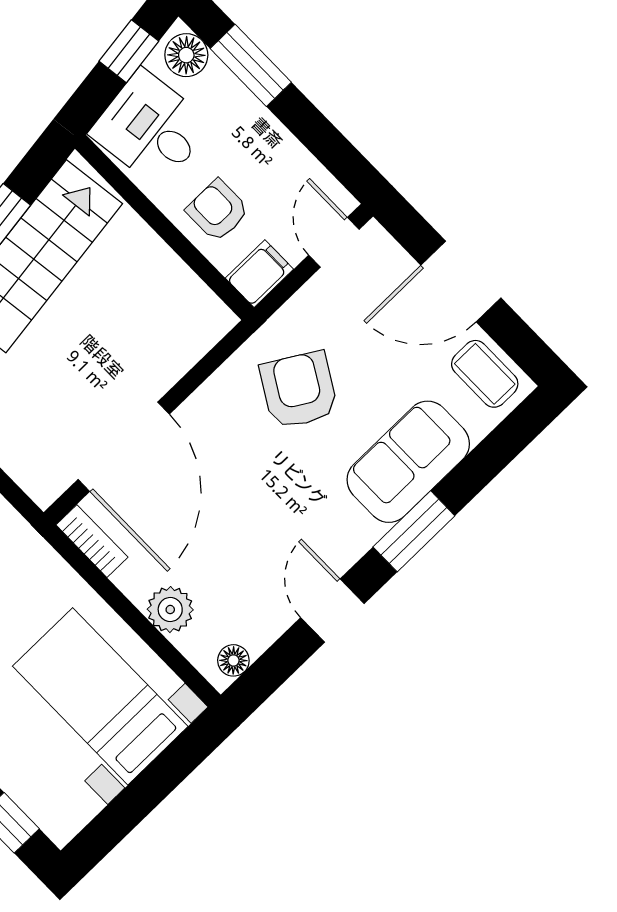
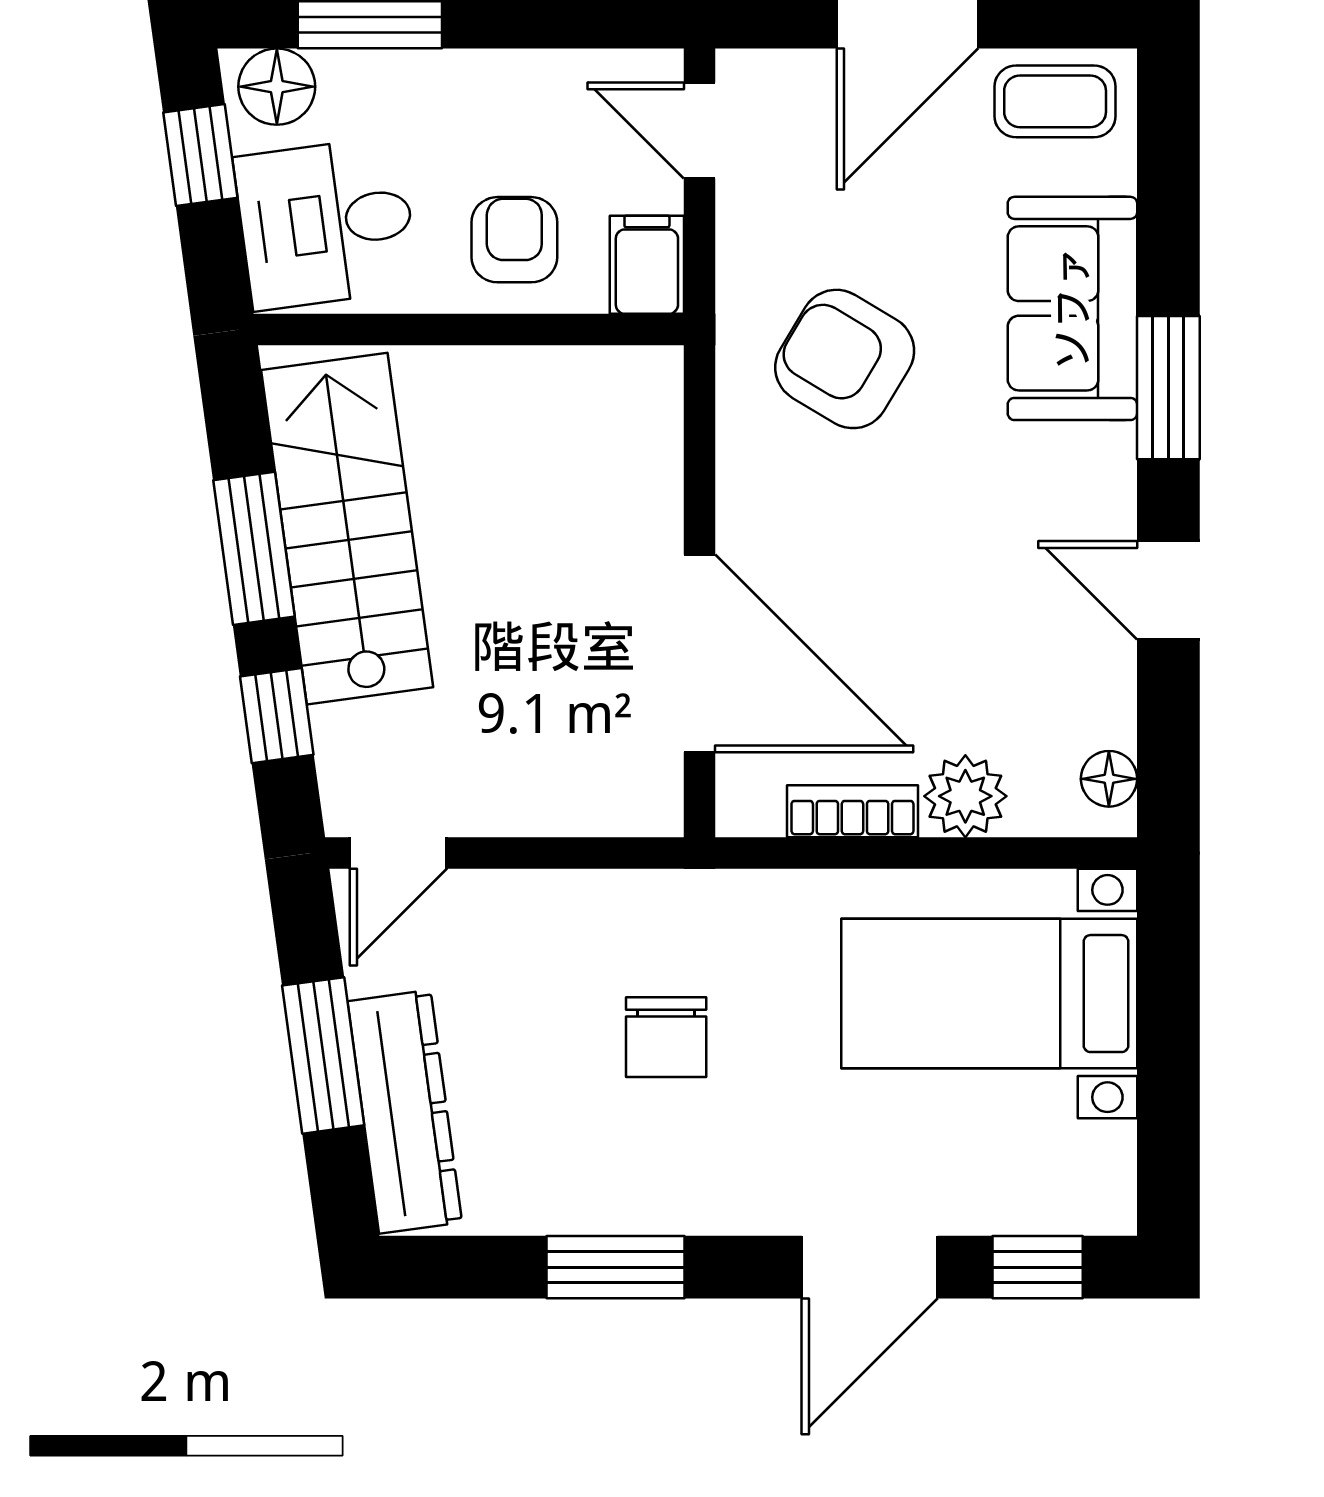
armchair: (218, 211) -> (514, 240), turned 90
bookcase: (92, 541) -> (852, 811), moved

